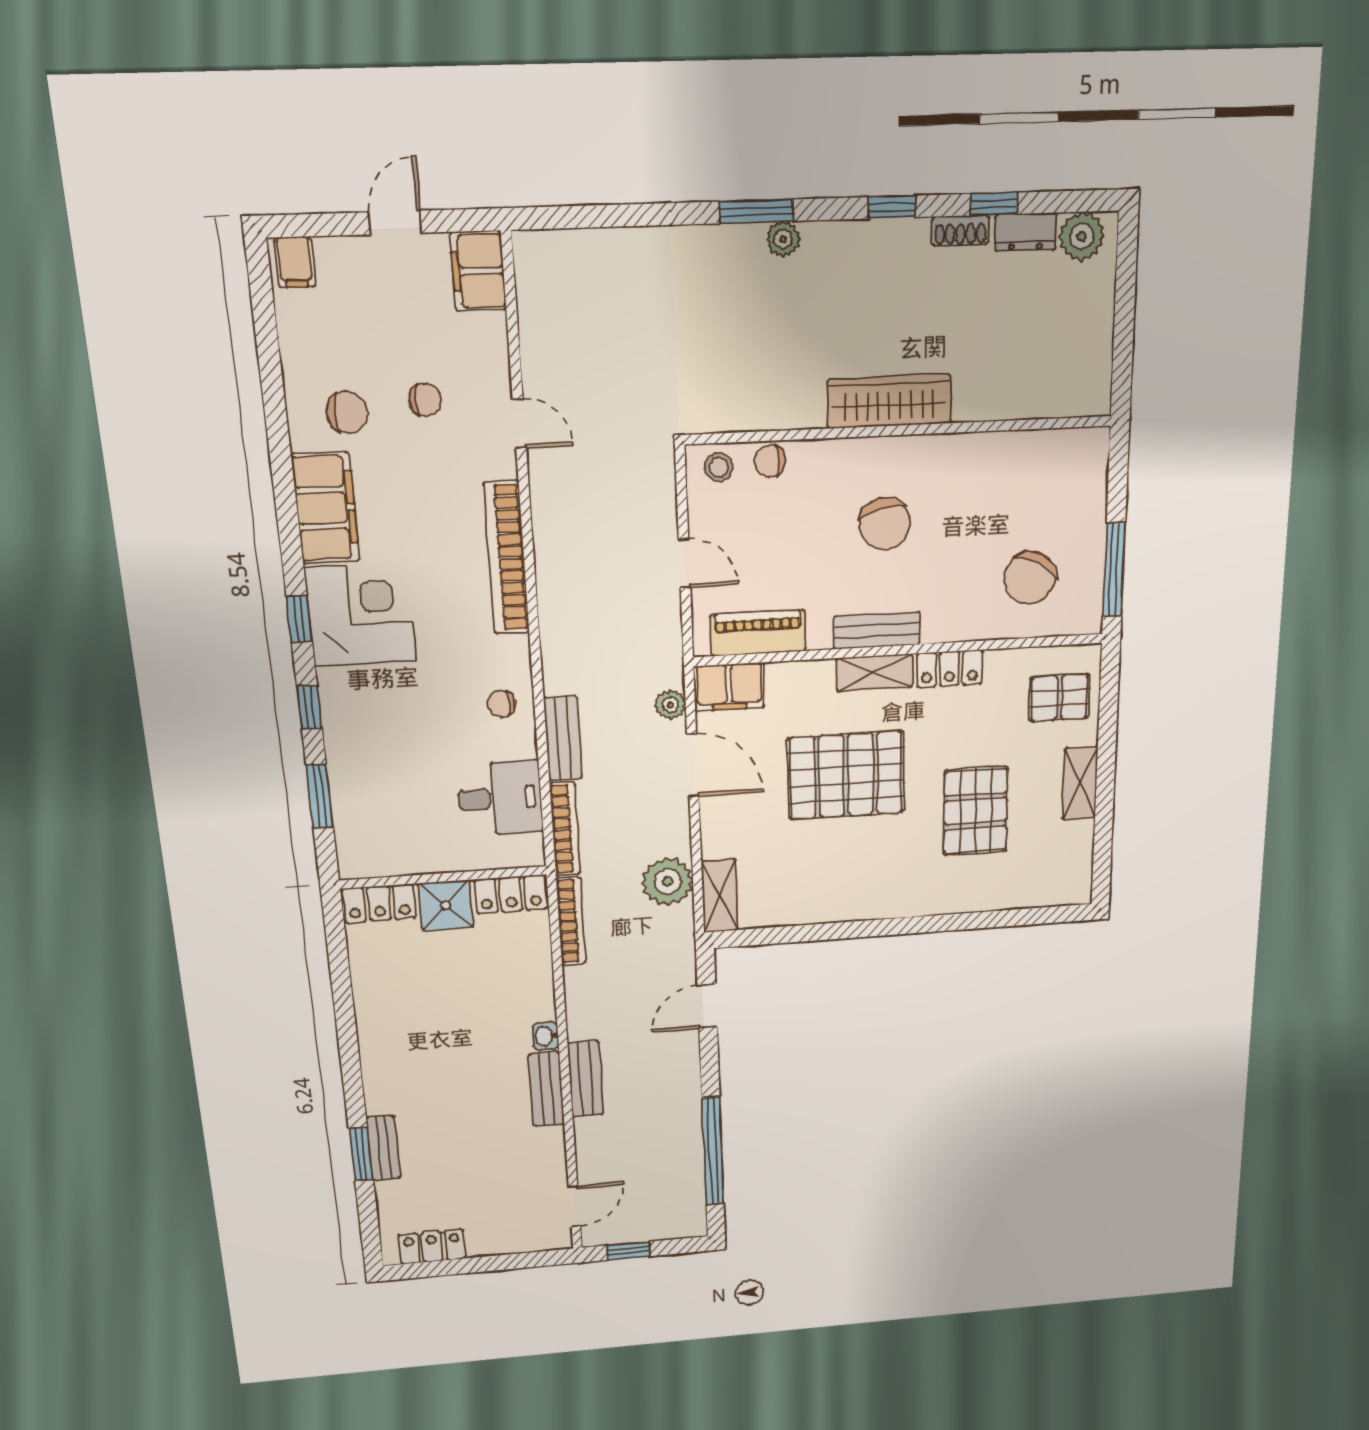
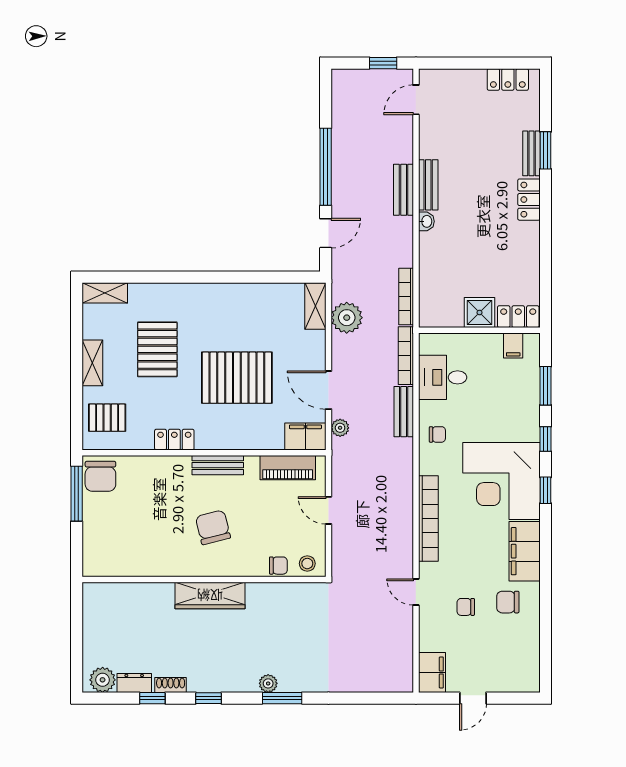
filing cabinet: (295, 262) -> (513, 346), moved, turned 180
chair: (1030, 578) -> (100, 476), moved, turned 151
corner desk: (361, 614) -> (501, 481), width x1.36, depth x1.36
shelving: (874, 673) -> (105, 293), moved
locker: (511, 894) -> (529, 200), moved, turned -90
window: (713, 1151) -> (326, 167), moved

